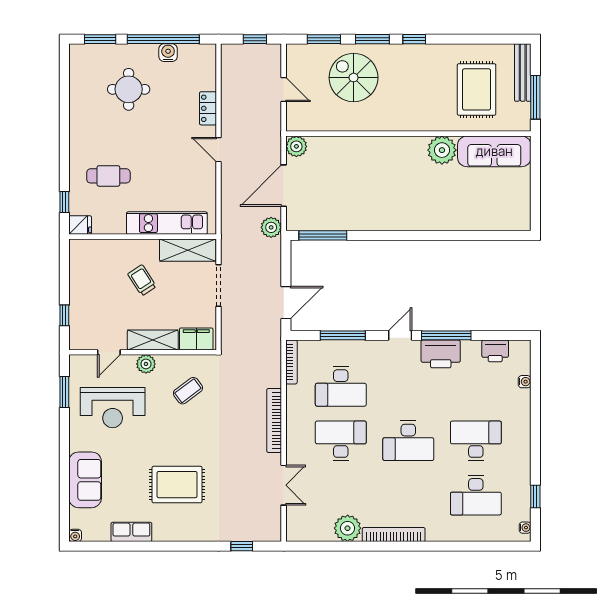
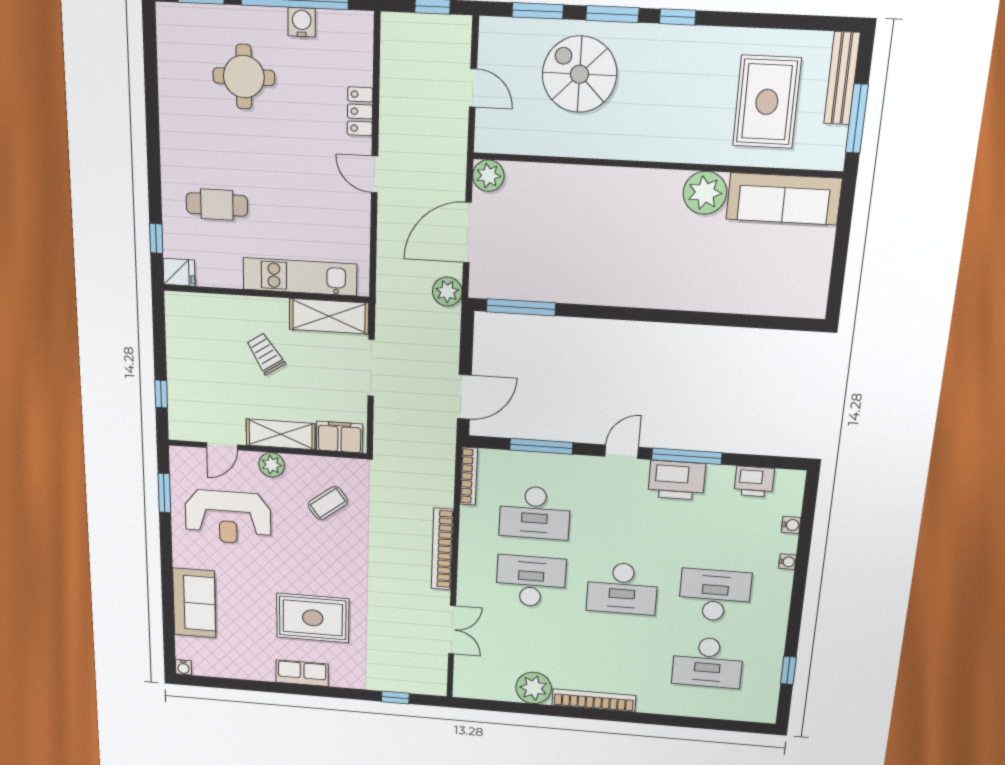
water cooler: (525, 528) -> (787, 562), moved
row of seats: (131, 532) -> (302, 673), moved

